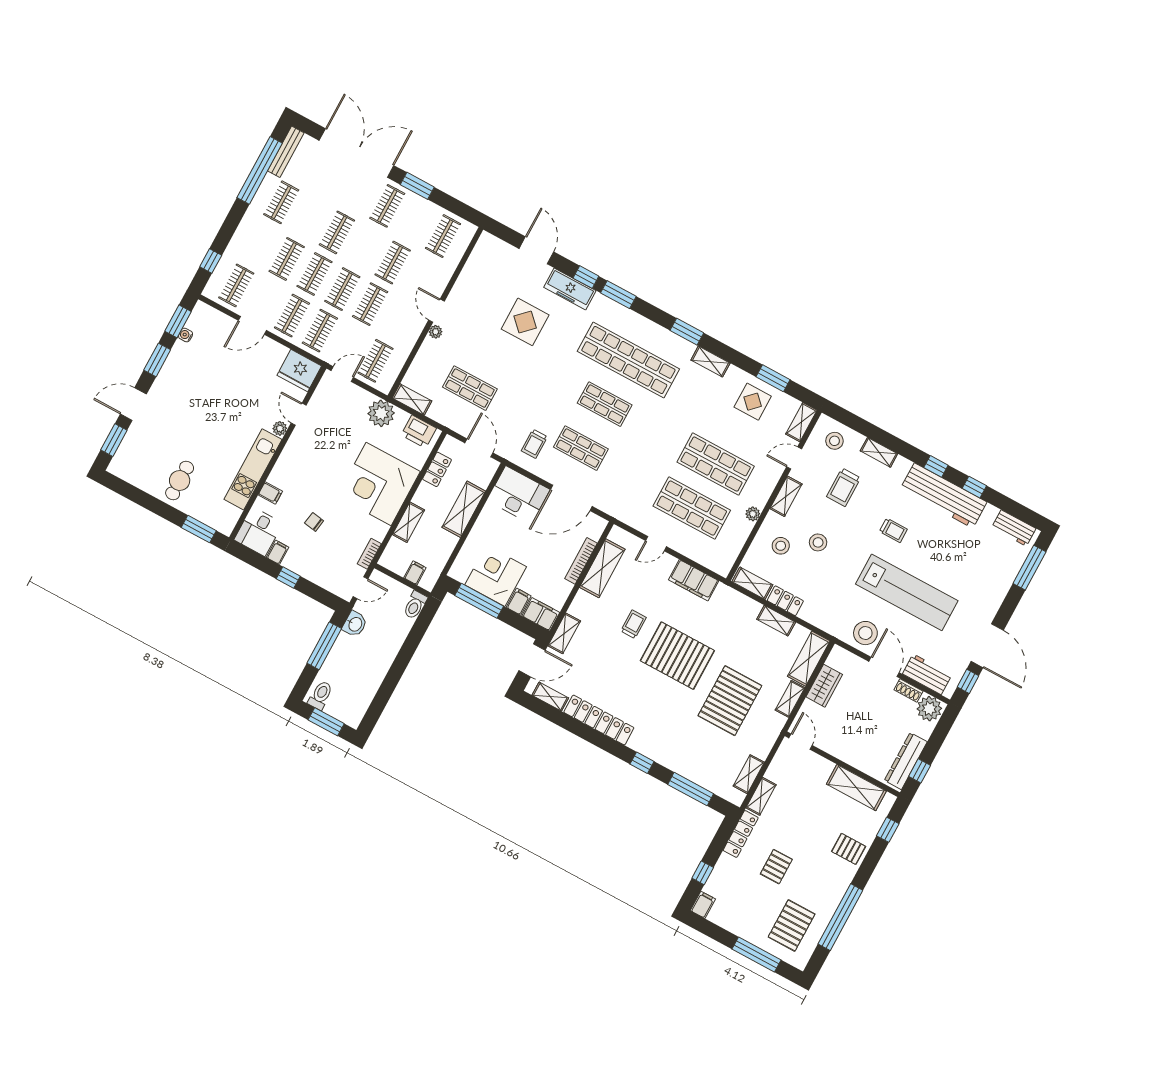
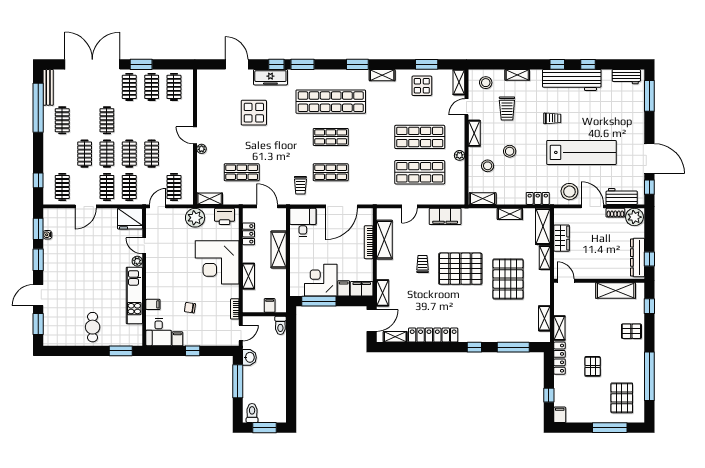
clothes rail: (393, 263) -> (152, 87), moved
desk: (518, 495) -> (303, 222), width x0.73
locker: (785, 601) -> (538, 198), moved

